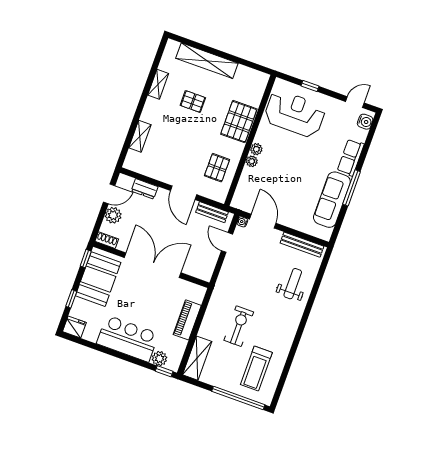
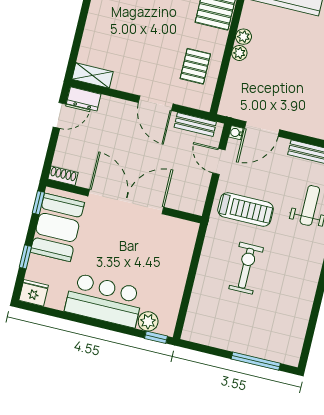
shelving: (140, 136) -> (93, 75), moved, turned 90
dresser: (145, 189) -> (84, 99), moved
plant: (113, 215) -> (68, 143), removed
door: (263, 221) -> (262, 129), swing flipped
piano: (187, 320) -> (178, 268), removed
shelving: (197, 358) -> (197, 315), removed
treadmill: (256, 368) -> (246, 210), moved, turned -90
window: (238, 398) -> (256, 361), width x0.68

